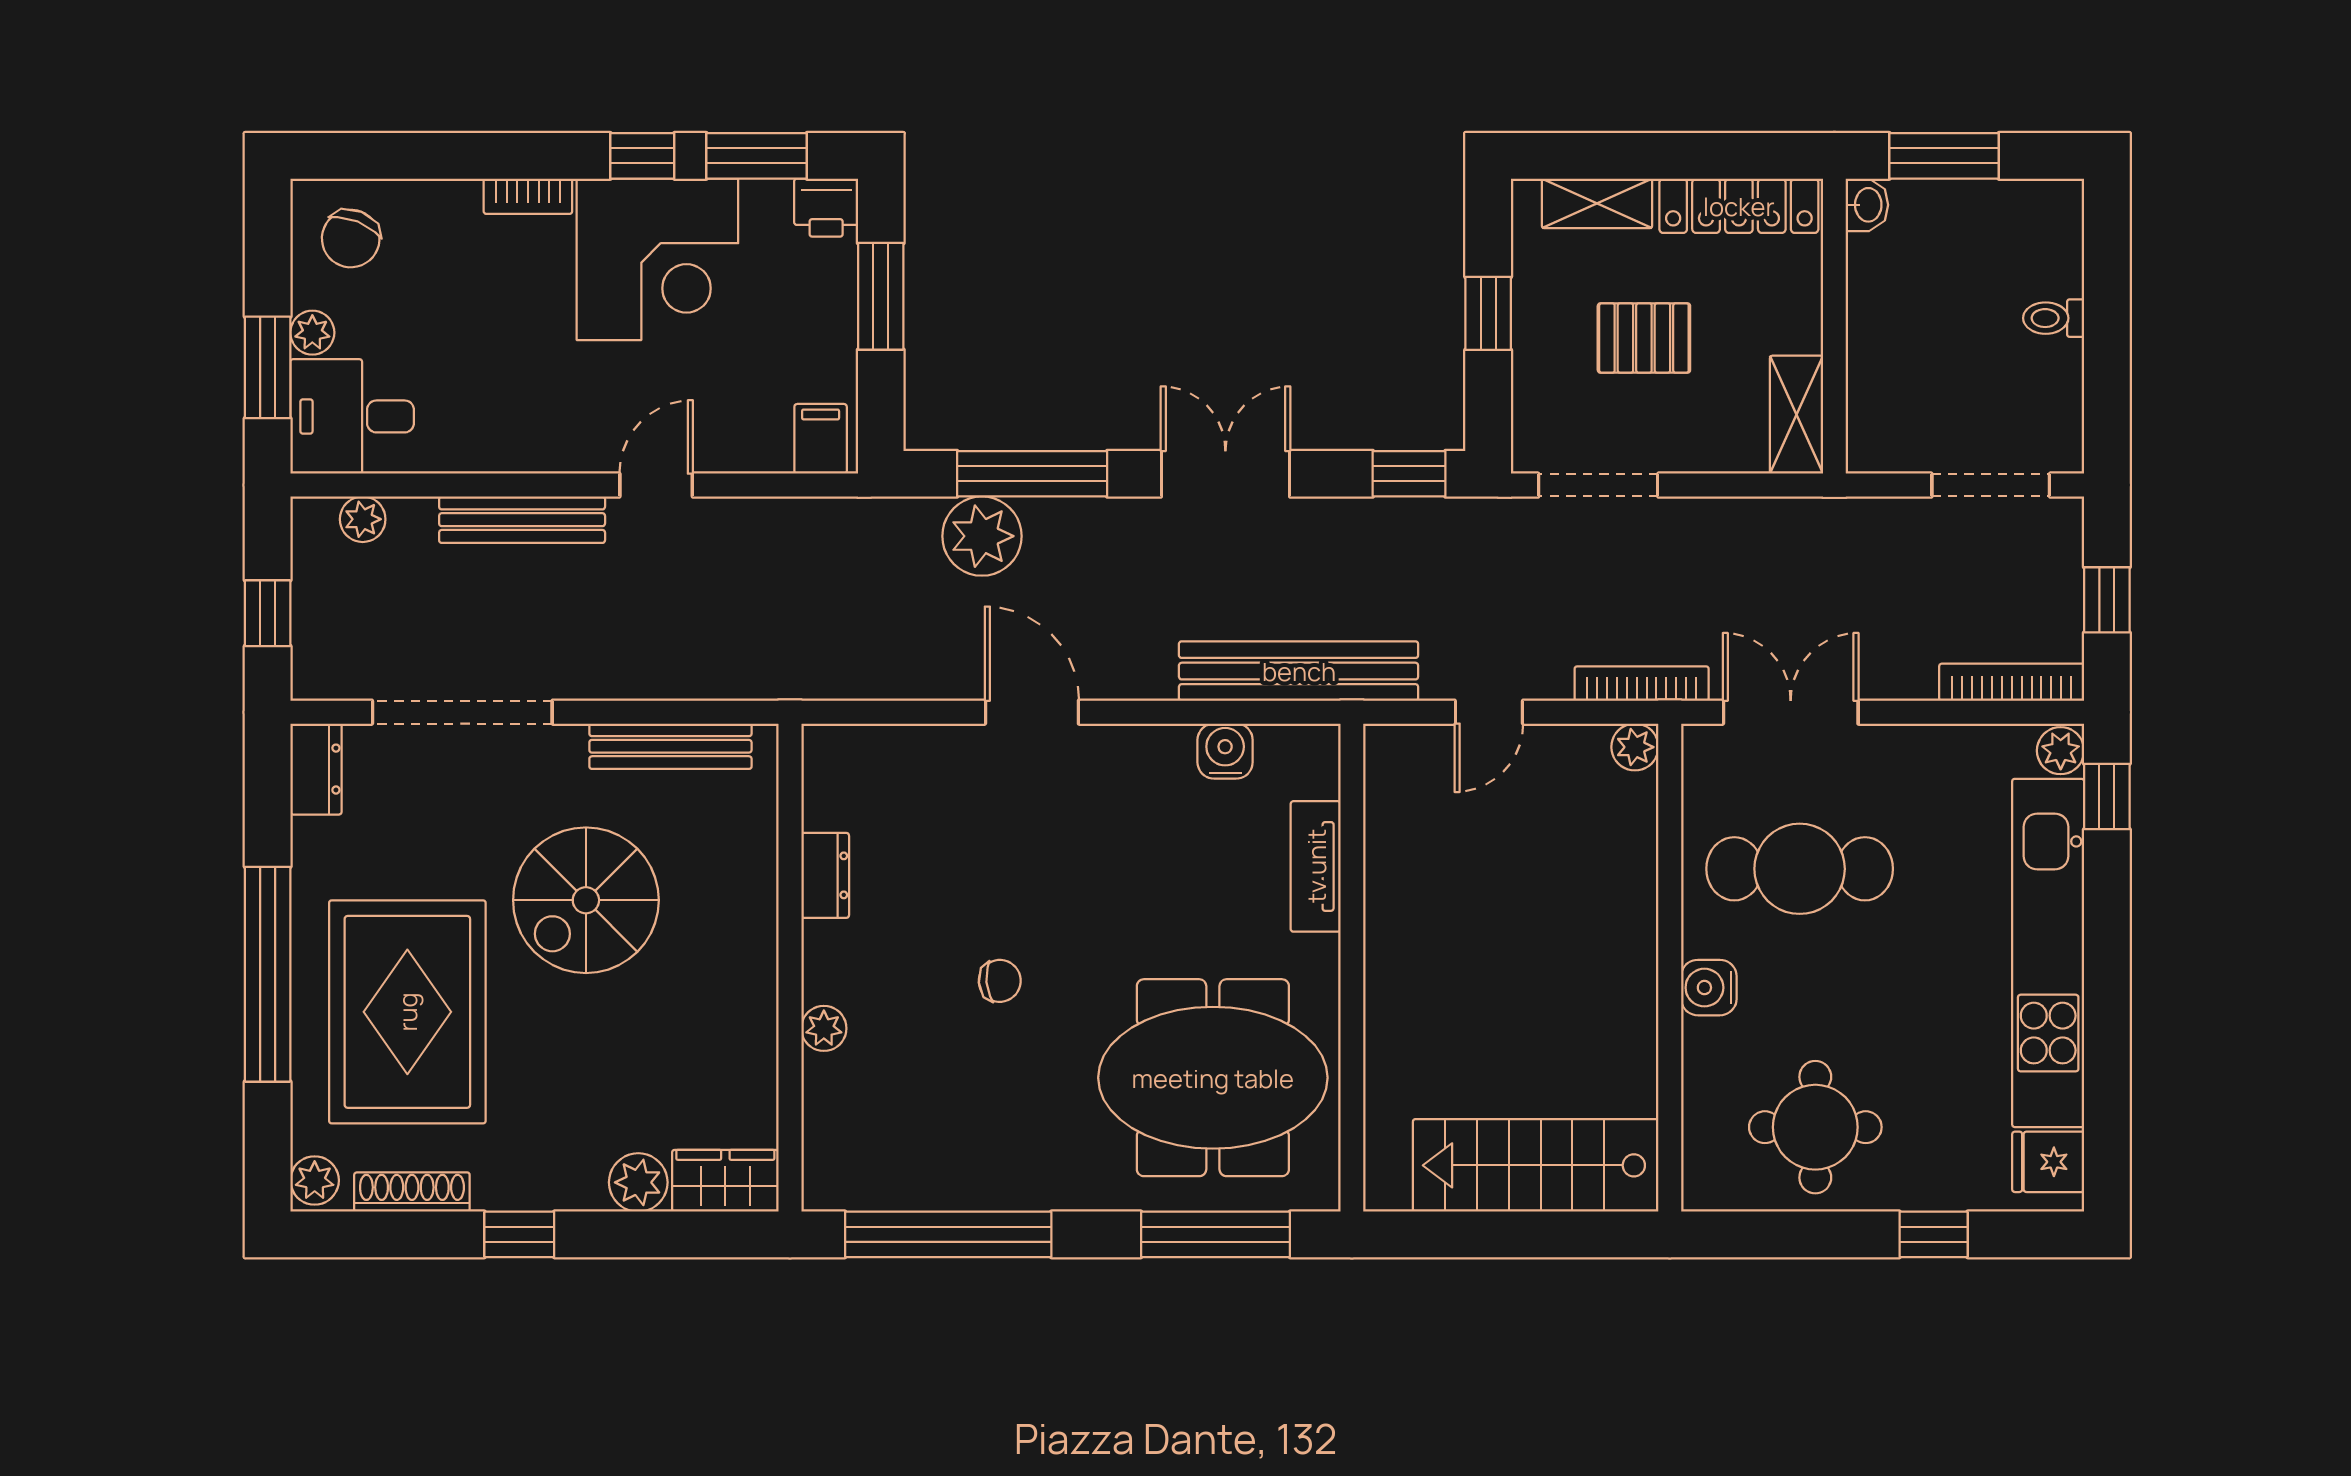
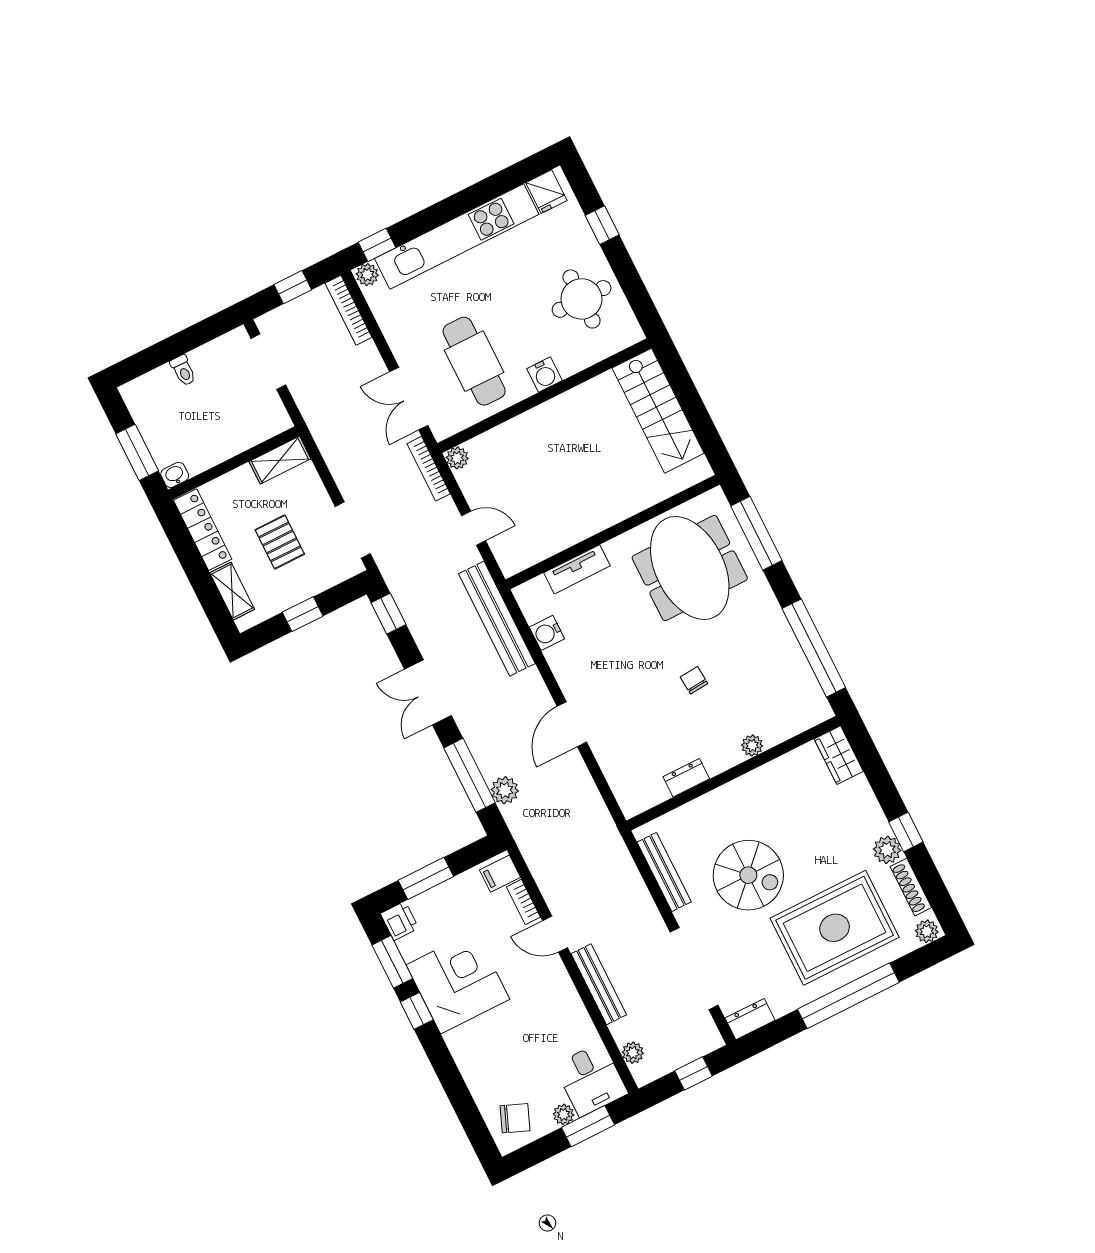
bookcase: (528, 196) -> (523, 902), moved, turned 180
plant: (982, 536) -> (505, 790), width x0.73, depth x0.73
plant: (638, 1182) -> (887, 850), moved

